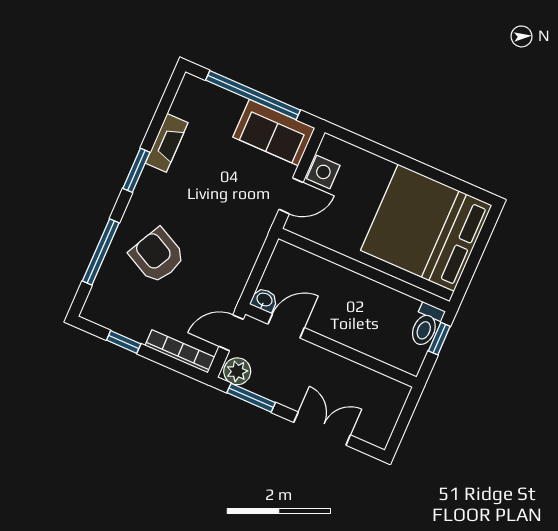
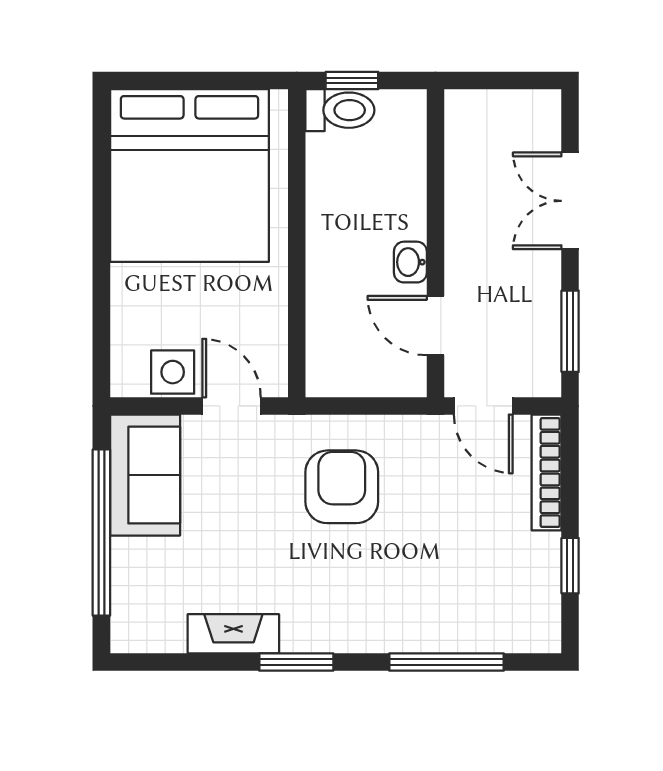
armchair: (157, 256) -> (342, 487), moved, turned 153
washbasin: (264, 300) -> (410, 262), moved
plant: (237, 371) -> (539, 371), removed

